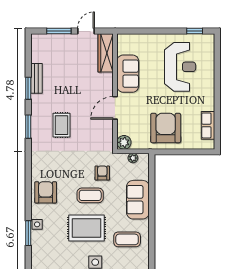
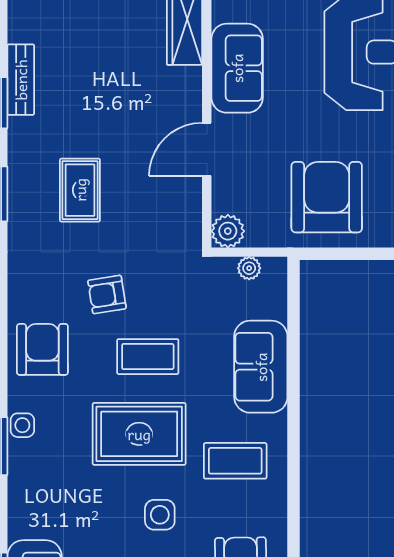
armchair: (102, 173) -> (107, 294), moved, turned -99

